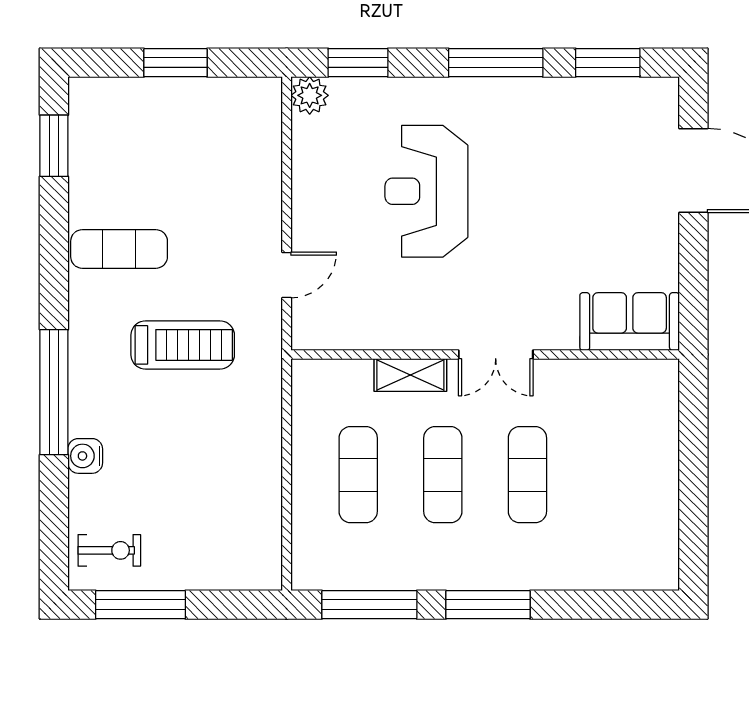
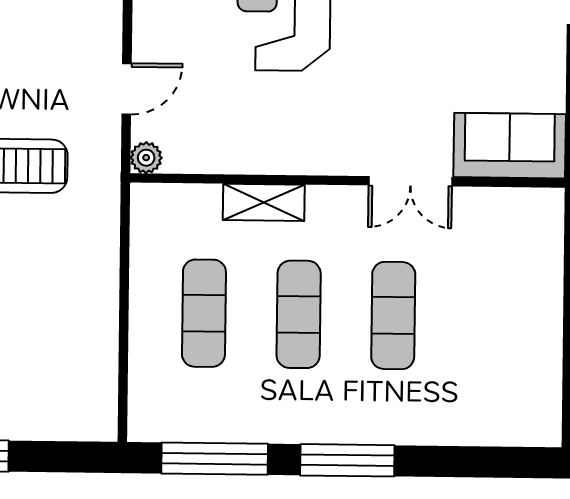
plant: (305, 336) -> (146, 158), added
double door: (496, 355) -> (410, 181), moved

